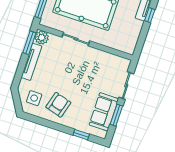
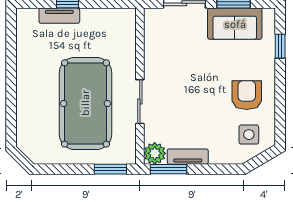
tv unit: (31, 62) -> (188, 157), width x0.71
armchair: (58, 105) -> (247, 95), turned 74

